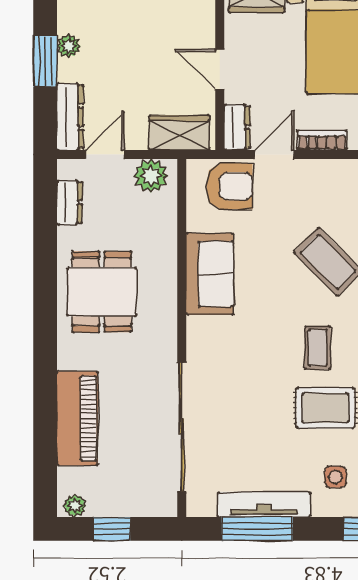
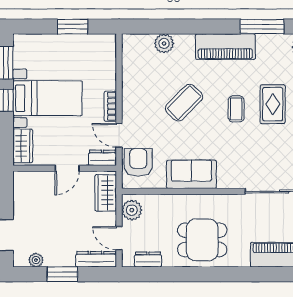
plant: (69, 46) -> (36, 260), moved
coffee table: (318, 348) -> (236, 109), turned 90

